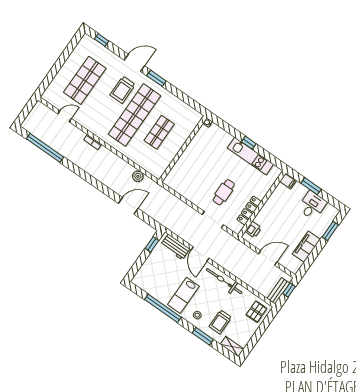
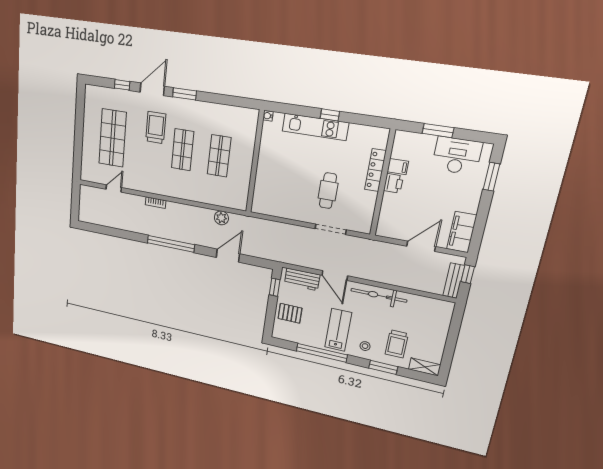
window: (102, 40) -> (122, 85), moved
trolley: (123, 90) -> (156, 128), turned 180
shop shelf: (134, 115) -> (183, 150), width x0.50, depth x0.74
window: (45, 148) -> (171, 244), moved
kitchen unit: (250, 156) -> (315, 127), moved
filing cabinet: (288, 181) -> (398, 167), moved
desk: (312, 205) -> (457, 156), width x1.37
locker: (249, 211) -> (375, 170), moved
printer: (253, 230) -> (393, 183), moved
filing cabinet: (306, 247) -> (462, 232), moved
lab bench: (183, 295) -> (338, 330), turned 180
pallet: (256, 312) -> (290, 313), moved, turned 90

